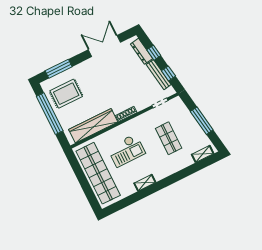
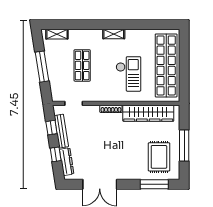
rug: (66, 94) -> (159, 157), turned 90
window: (50, 114) -> (184, 146), width x0.68
checkout: (126, 150) -> (128, 74), turned 90
shelving: (145, 183) -> (114, 34), moved

